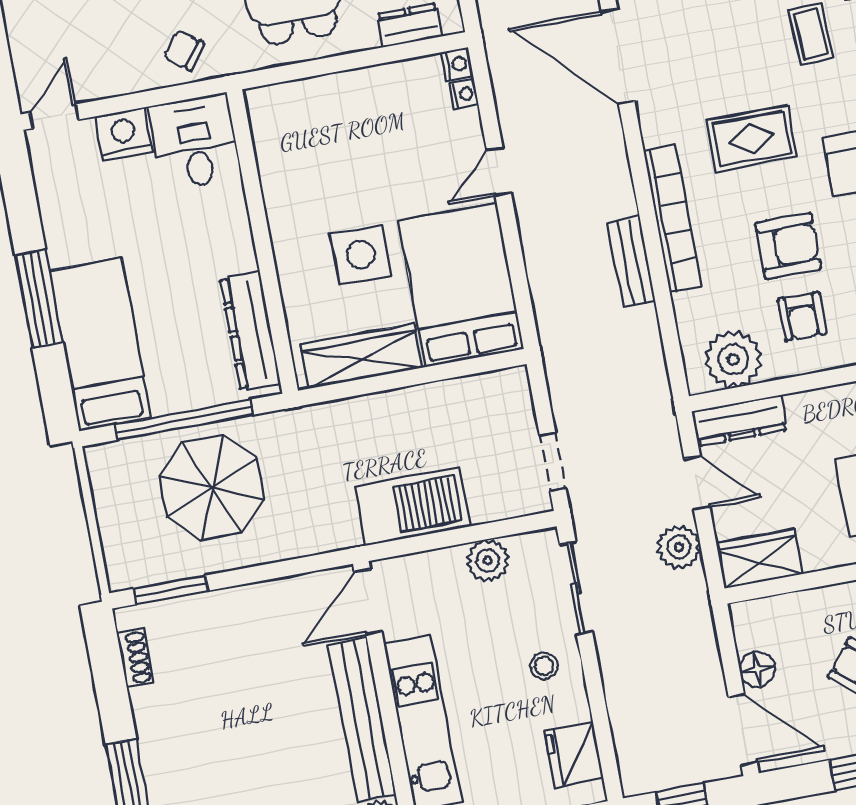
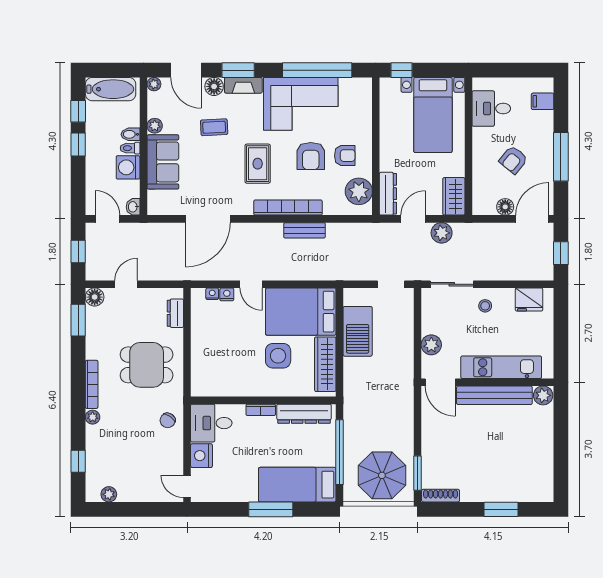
nightstand: (457, 64) -> (227, 294), moved
bookcase: (242, 240) -> (261, 410), added
armchair: (788, 246) -> (311, 156), turned 180
parasol: (212, 488) -> (382, 475), moved
barbecue: (412, 506) -> (358, 331), moved, turned 180
plant: (488, 560) -> (431, 345), moved
shoe rack: (135, 658) -> (441, 496), width x1.43

